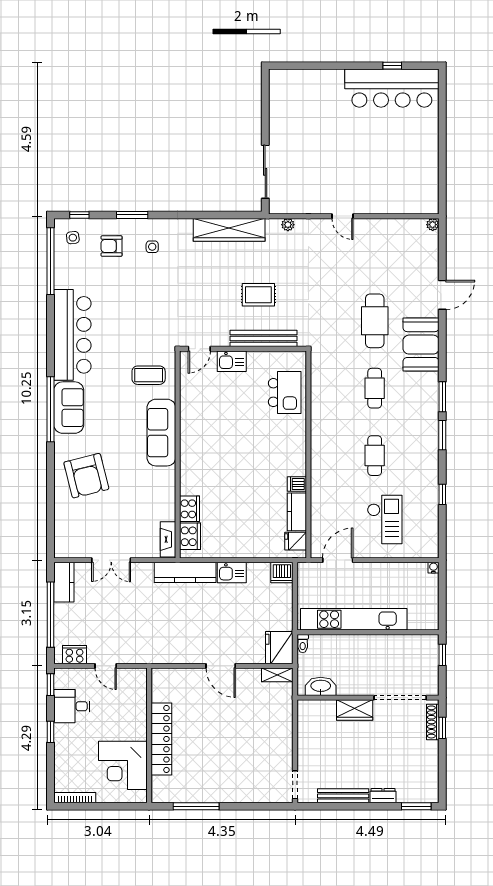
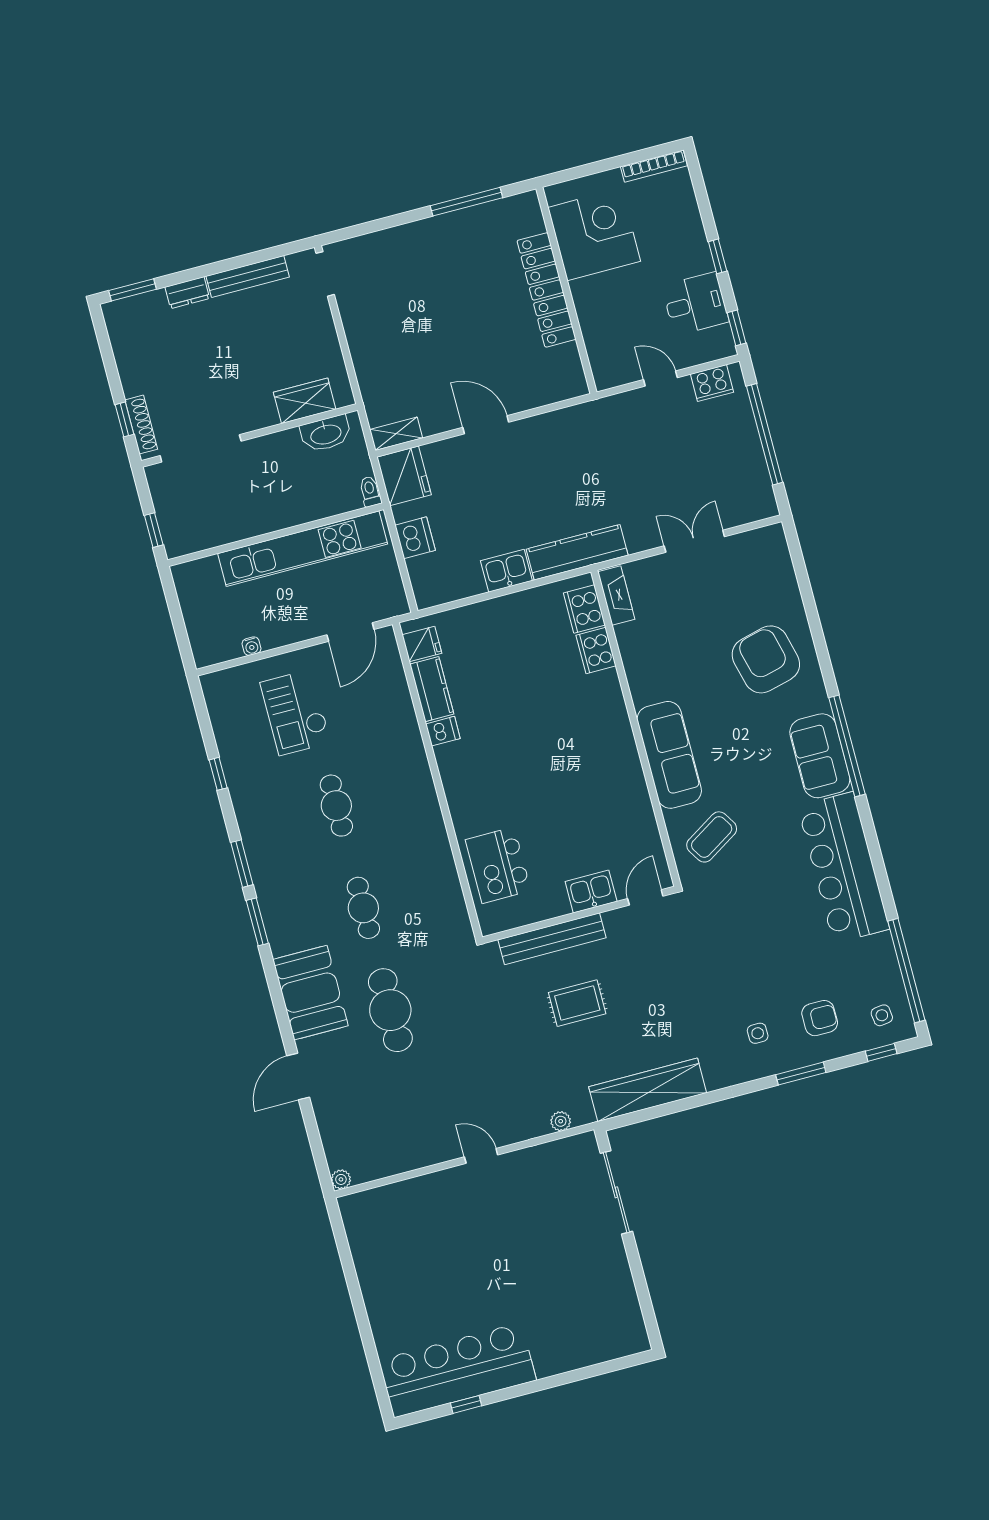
coffee table: (149, 375) -> (712, 837), turned -32
water cooler: (433, 568) -> (251, 646), moved
dishwasher: (282, 573) -> (415, 538), moved, turned 90
kitchen counter: (64, 582) -> (757, 489), removed
wardrobe: (355, 710) -> (305, 401), moved

